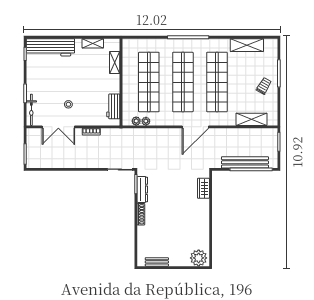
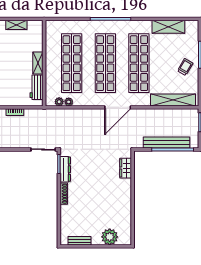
shelving: (115, 62) -> (38, 63), moved
shelving: (251, 119) -> (173, 100), width x1.47
plant: (199, 258) -> (110, 237), moved

